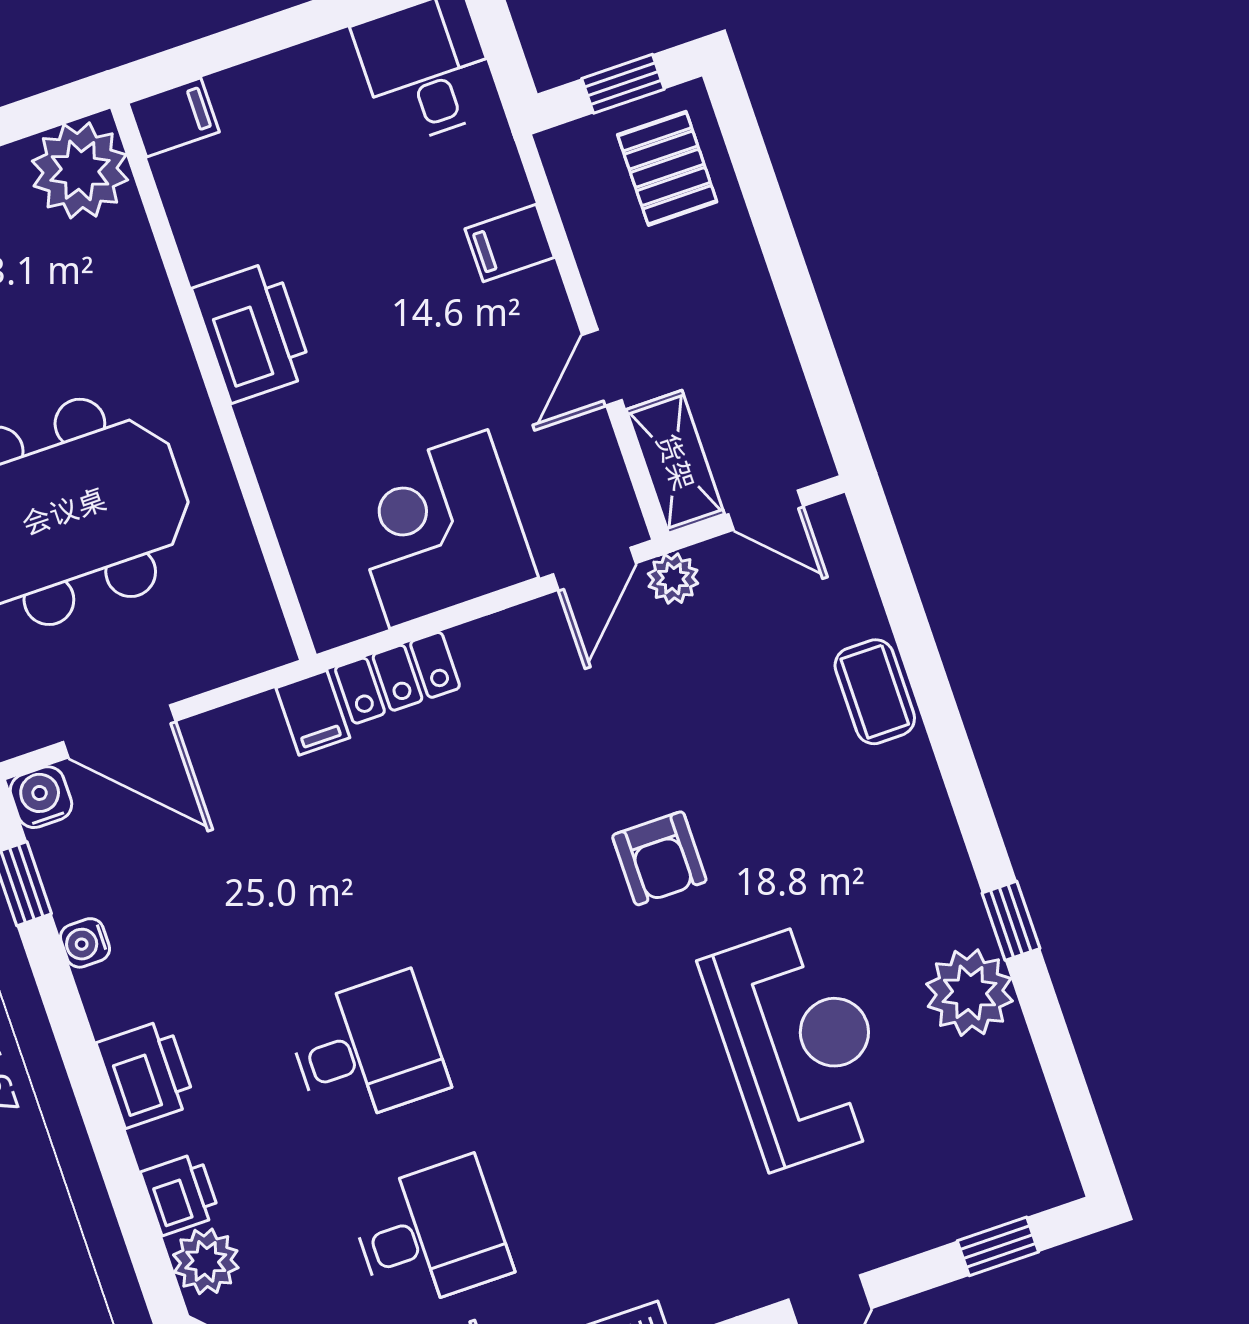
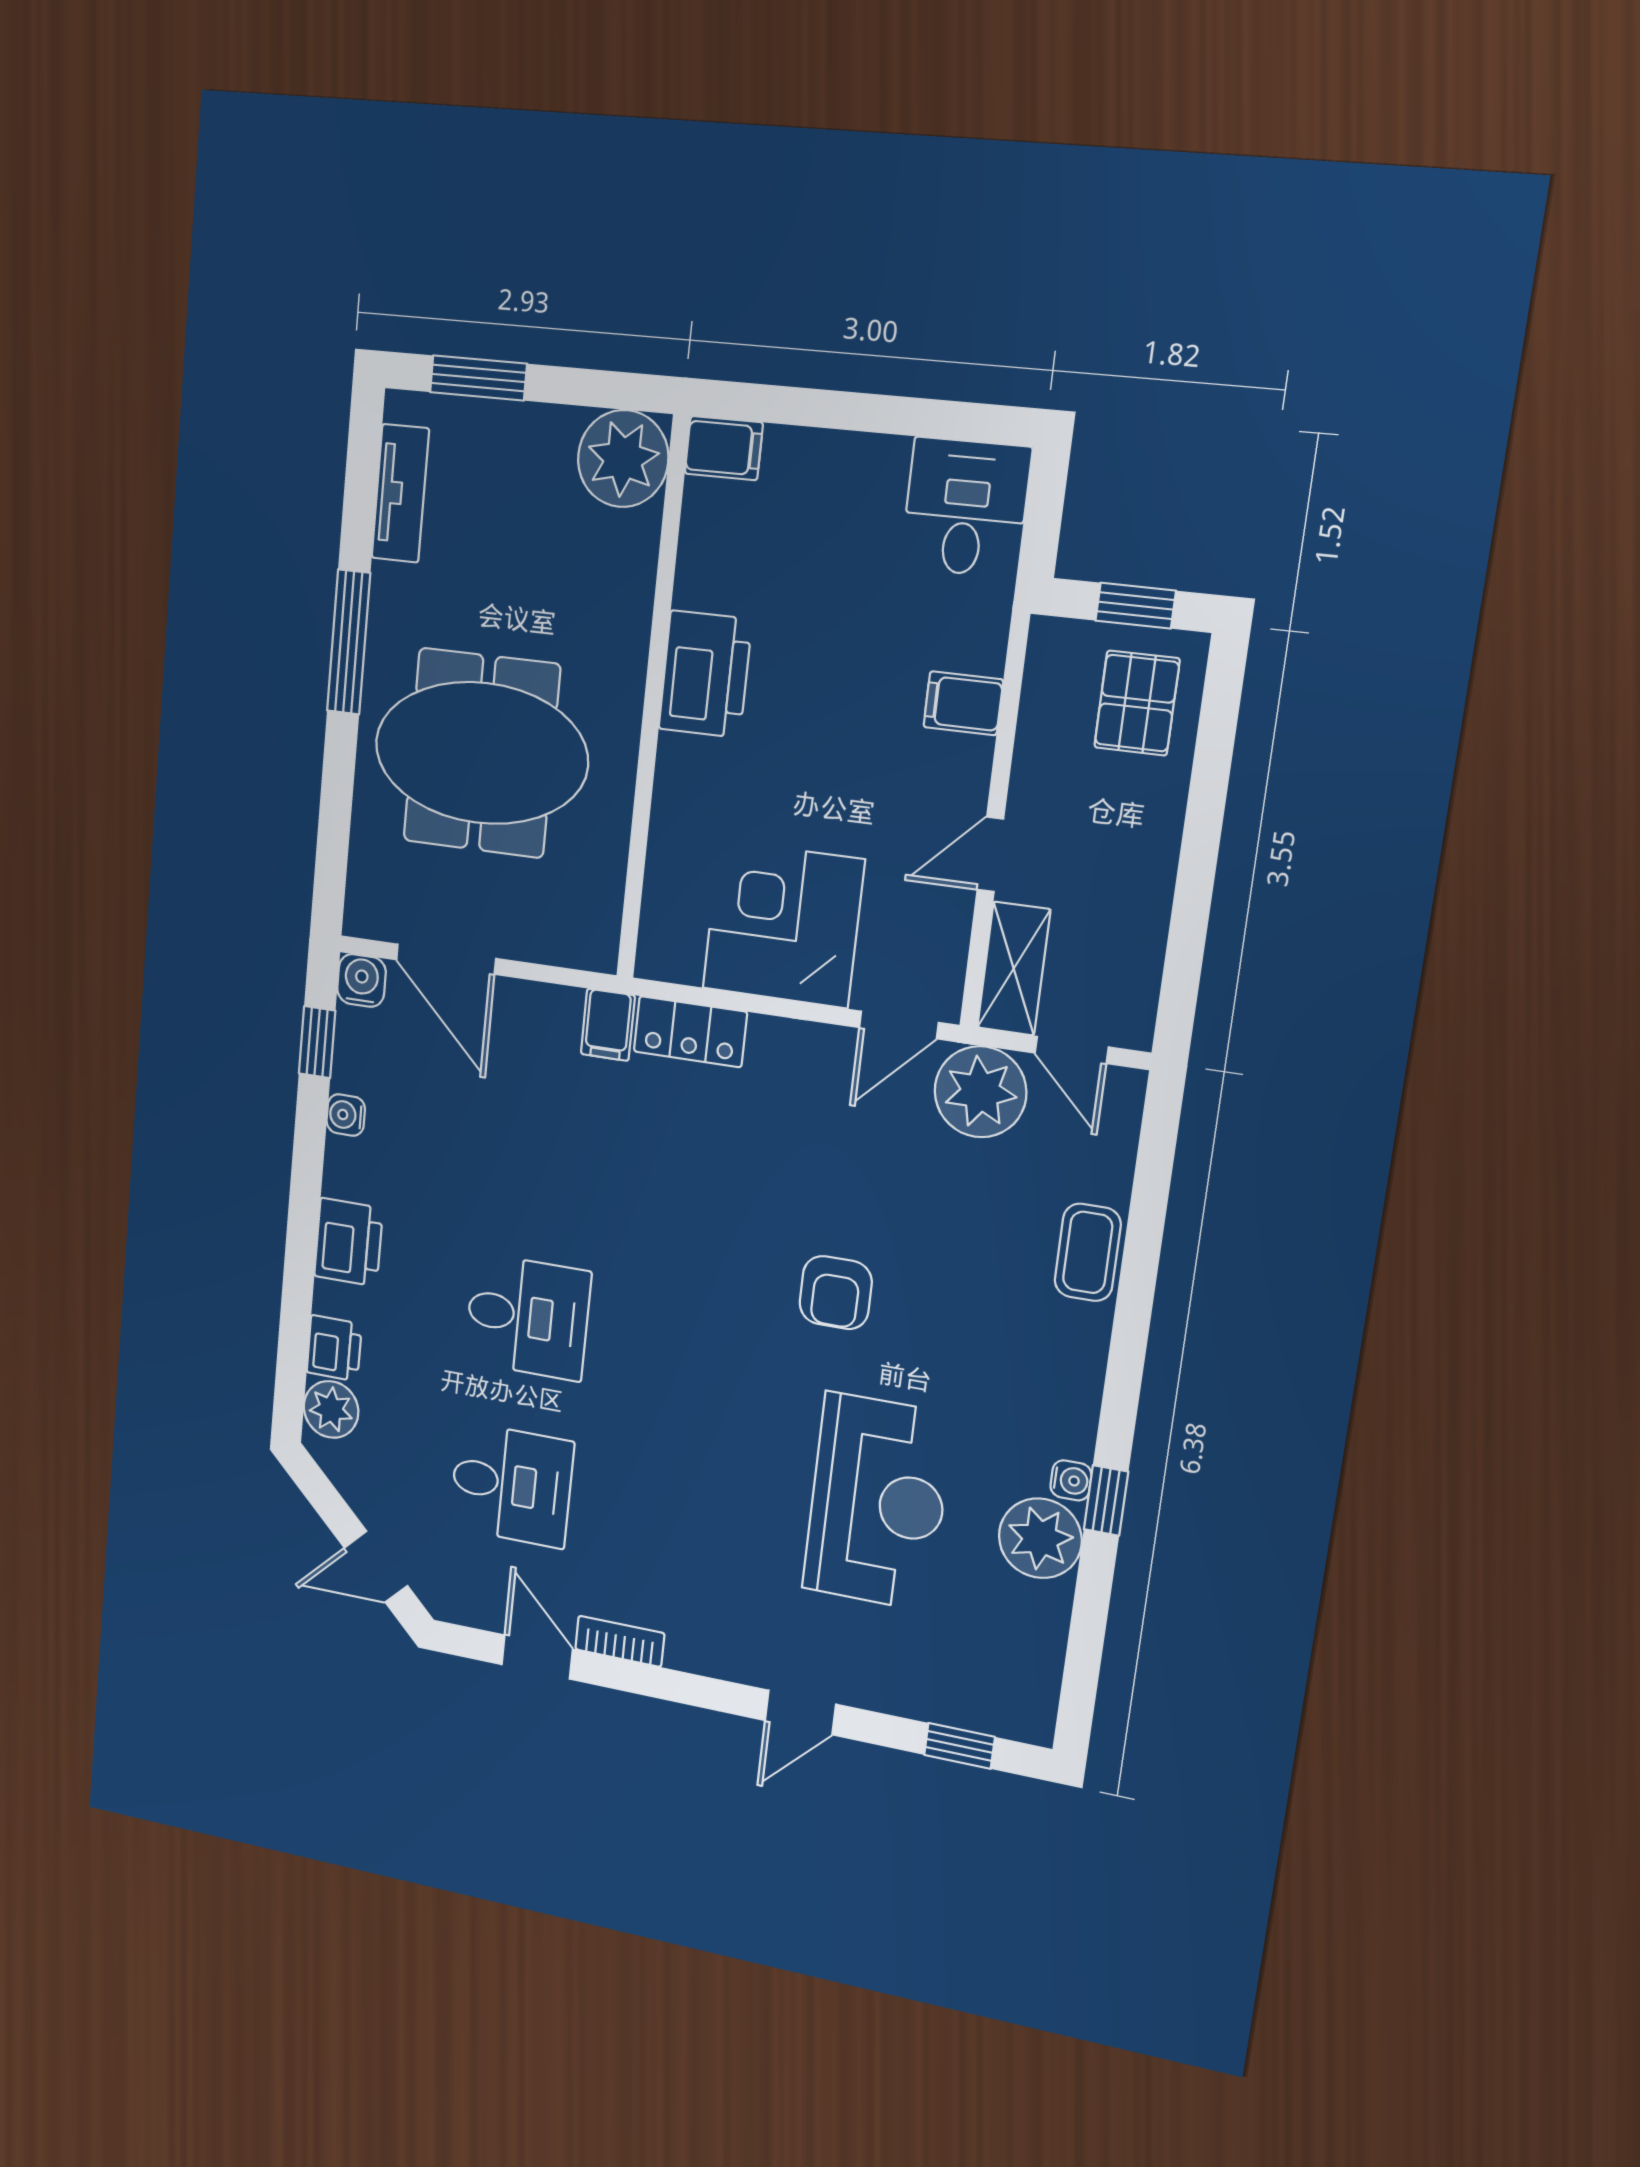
plant: (673, 578) -> (980, 1092), width x1.88, depth x1.88
water cooler: (969, 919) -> (1071, 1480), added

